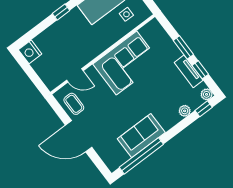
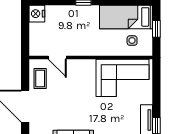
window: (183, 47) -> (156, 99), removed
corner sofa: (126, 63) -> (123, 78), moved

